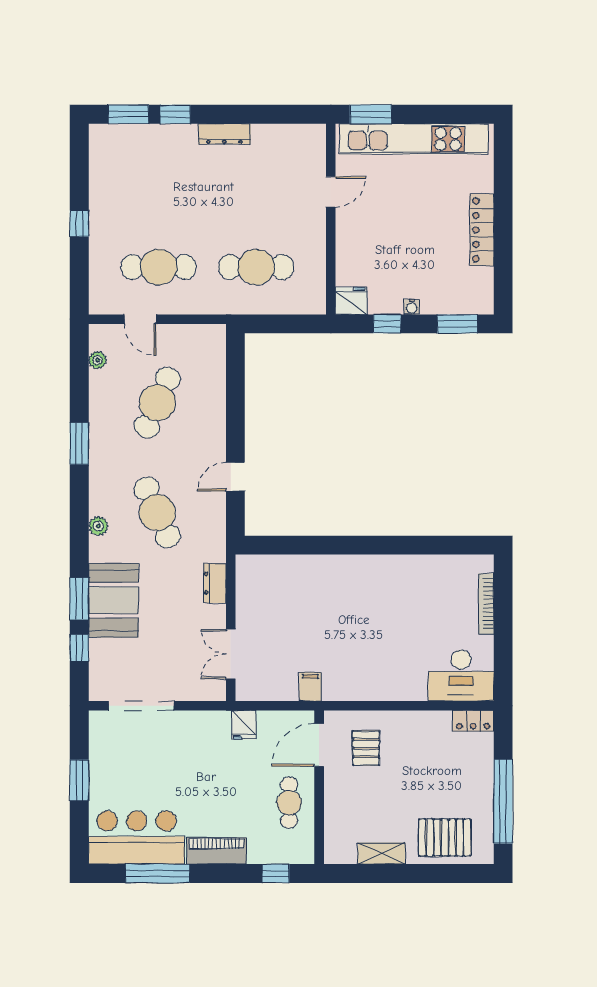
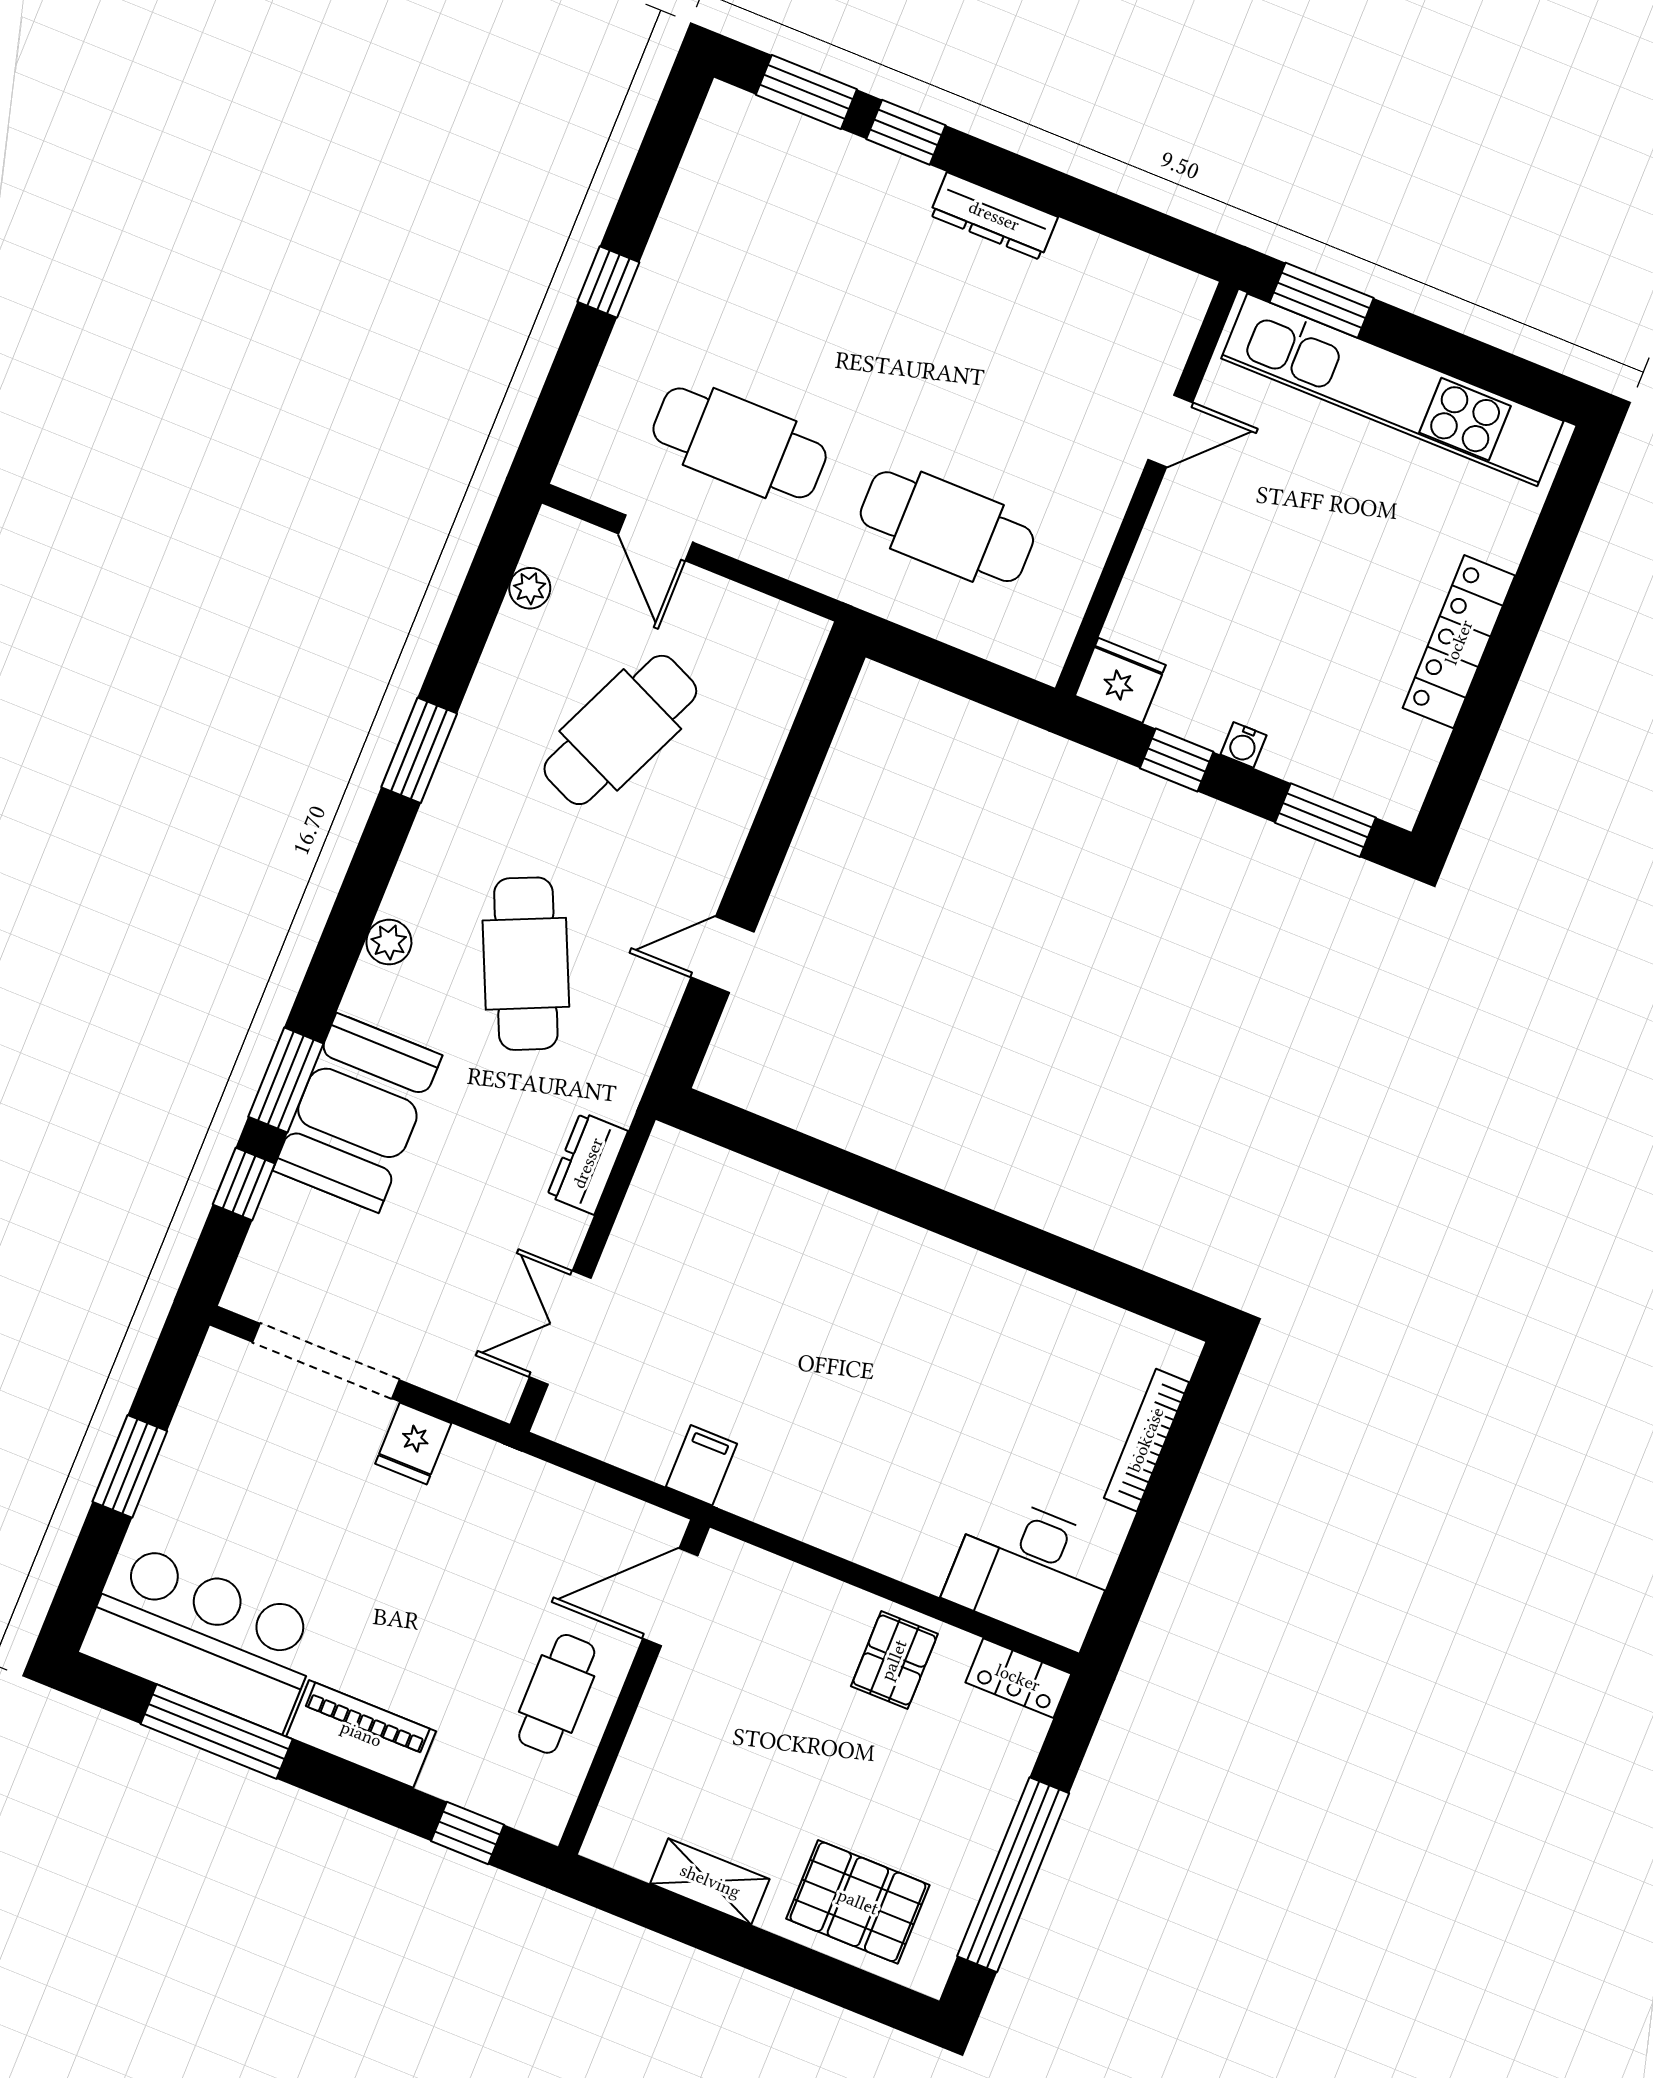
fridge: (244, 725) -> (413, 1443), moved
pallet: (366, 748) -> (894, 1660), moved

